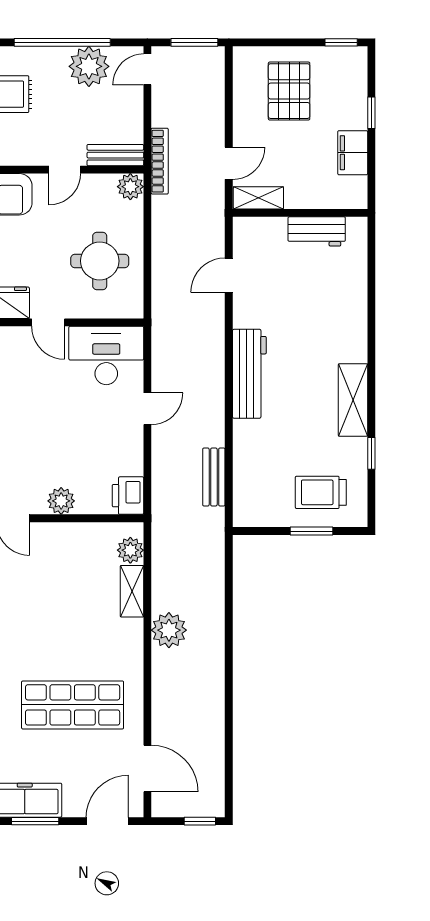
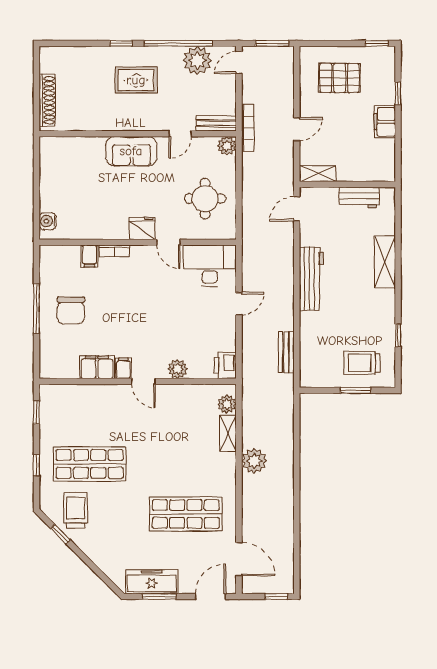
pallet: (289, 91) -> (340, 78), turned 90
shelving: (258, 198) -> (318, 174), moved
wall: (300, 213) -> (347, 184), moved
workbench: (317, 231) -> (359, 198), moved
shelving: (353, 400) -> (385, 262), moved

